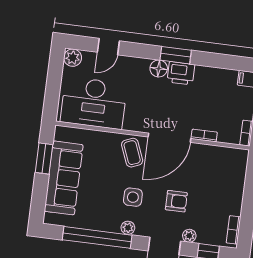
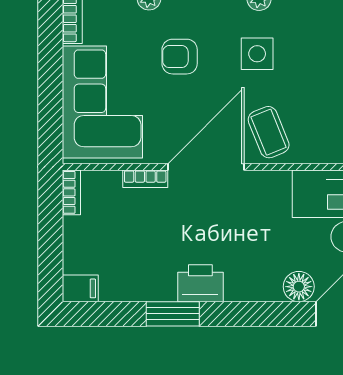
window: (176, 55) -> (173, 314), moved
floor lamp: (159, 68) -> (299, 287), moved
corner sofa: (223, 181) -> (102, 102), added

